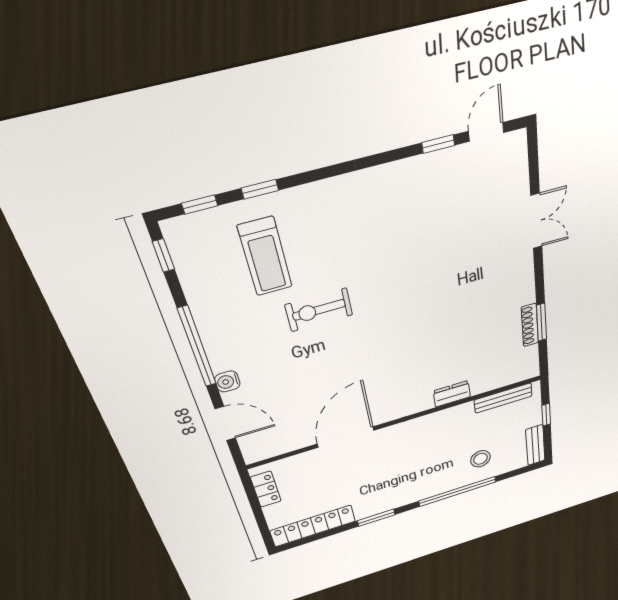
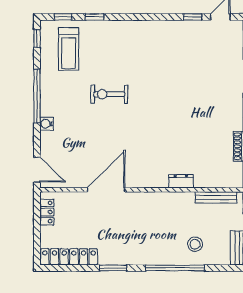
treadmill: (265, 257) -> (69, 49), moved
door: (225, 424) -> (37, 170), moved

